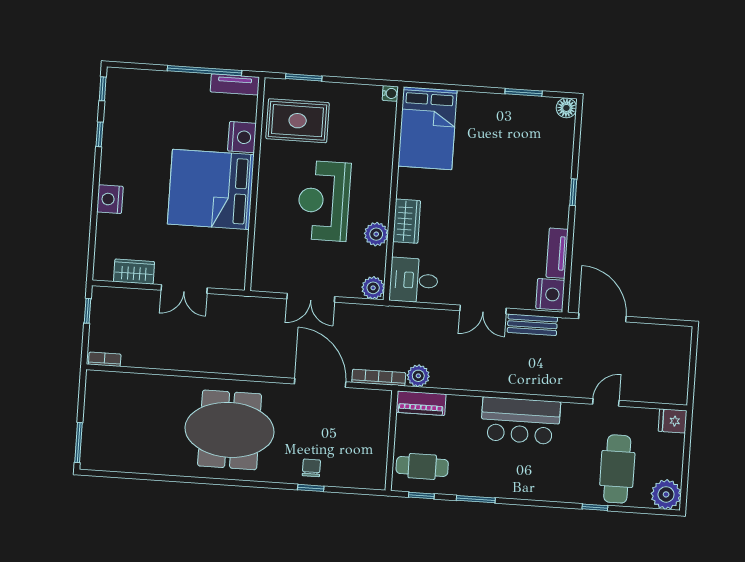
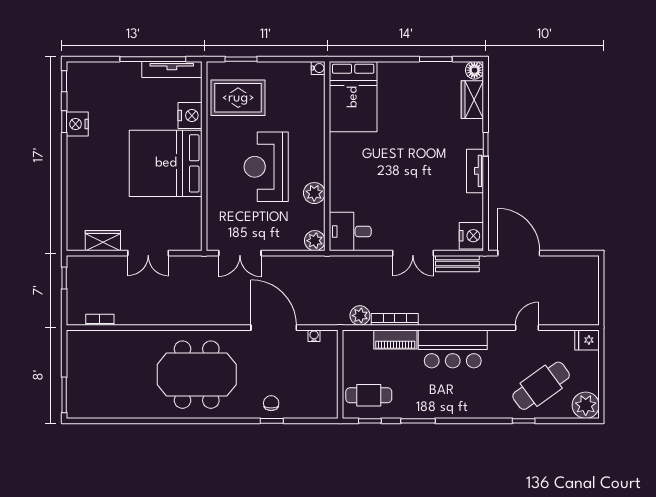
tv unit: (235, 84) -> (172, 69), width x1.41
nightstand: (110, 199) -> (77, 124), moved
wardrobe: (407, 221) -> (472, 100), moved, turned 180
tv unit: (557, 253) -> (475, 171), moved
double door: (311, 298) -> (240, 253), moved
bookcase: (105, 359) -> (100, 320), moved
bookcase: (379, 378) -> (395, 319), moved
water cooler: (365, 395) -> (314, 336), added
piano: (421, 403) -> (395, 339), moved
cafe table: (617, 469) -> (541, 386), turned 54

